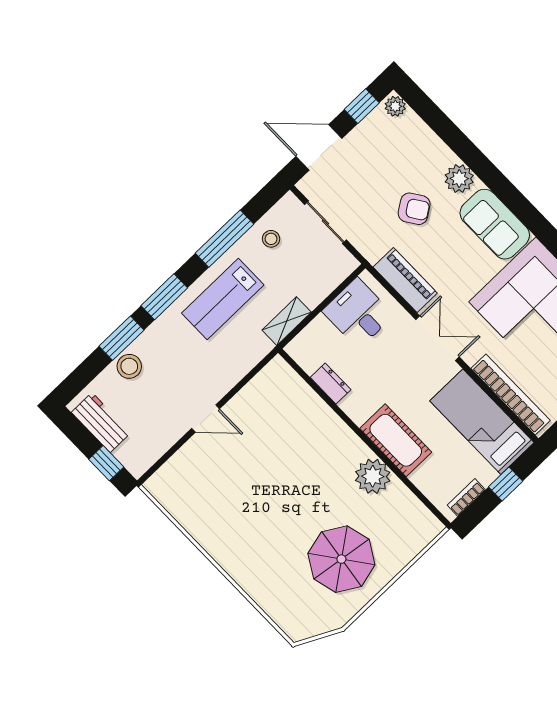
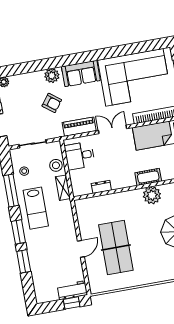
armchair: (414, 209) -> (52, 103), turned 71
stool: (129, 366) -> (56, 165), moved
workbench: (101, 423) -> (72, 290), moved
cot: (396, 440) -> (148, 177), width x0.73, depth x0.75
table tennis table: (247, 475) -> (116, 248), added

